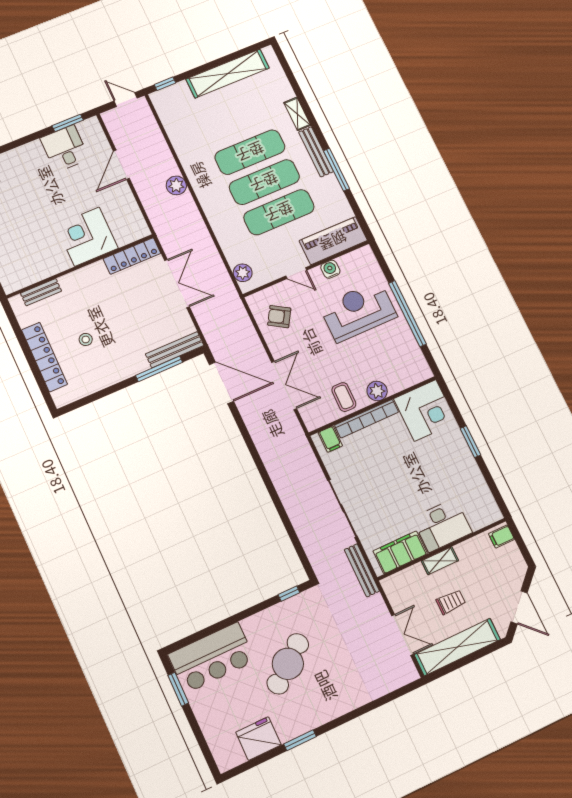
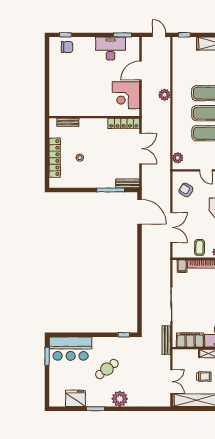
desk: (65, 148) -> (111, 49), width x1.37
corner desk: (87, 237) -> (126, 95), moved, turned -90
bench: (175, 350) -> (128, 183), width x0.73
cafe table: (288, 664) -> (107, 369), width x0.73, depth x0.74
plant: (332, 704) -> (120, 399), added

